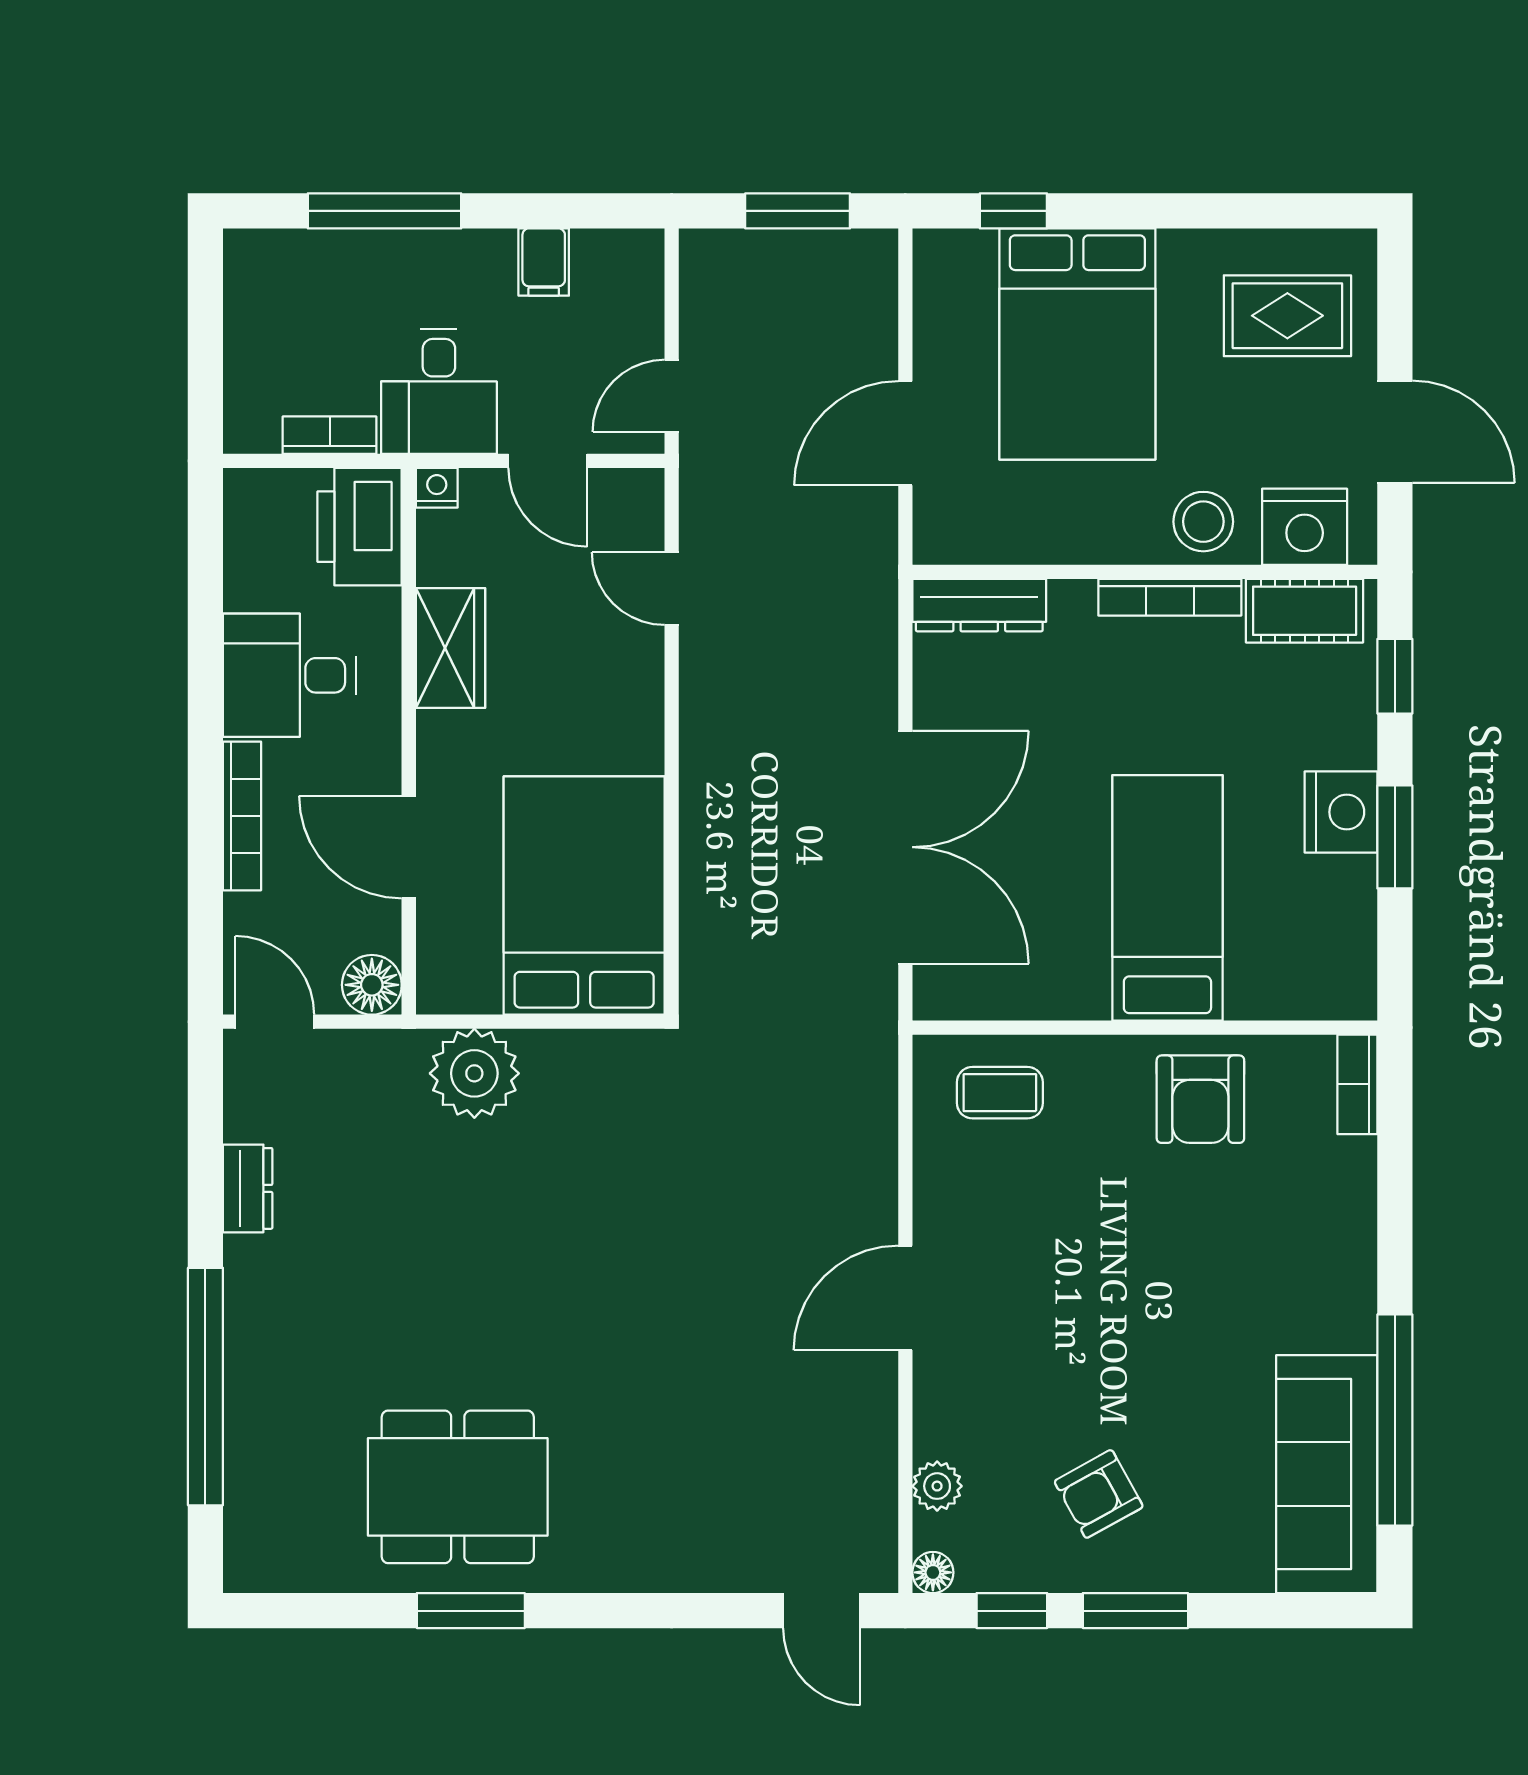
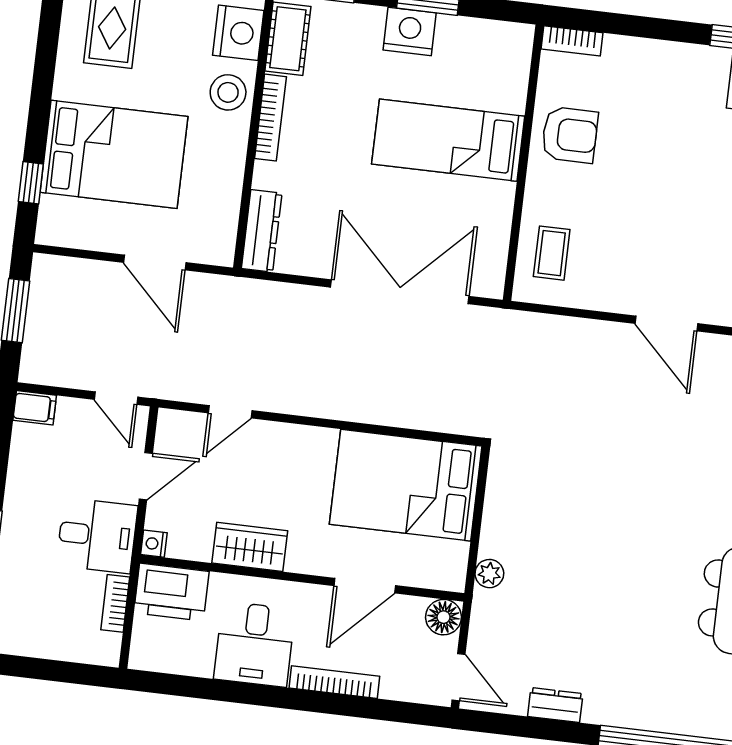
filing cabinet: (544, 262) -> (35, 408), moved
door: (275, 1022) -> (459, 677), swing flipped
plant: (474, 1073) -> (489, 574), width x0.53, depth x0.53

